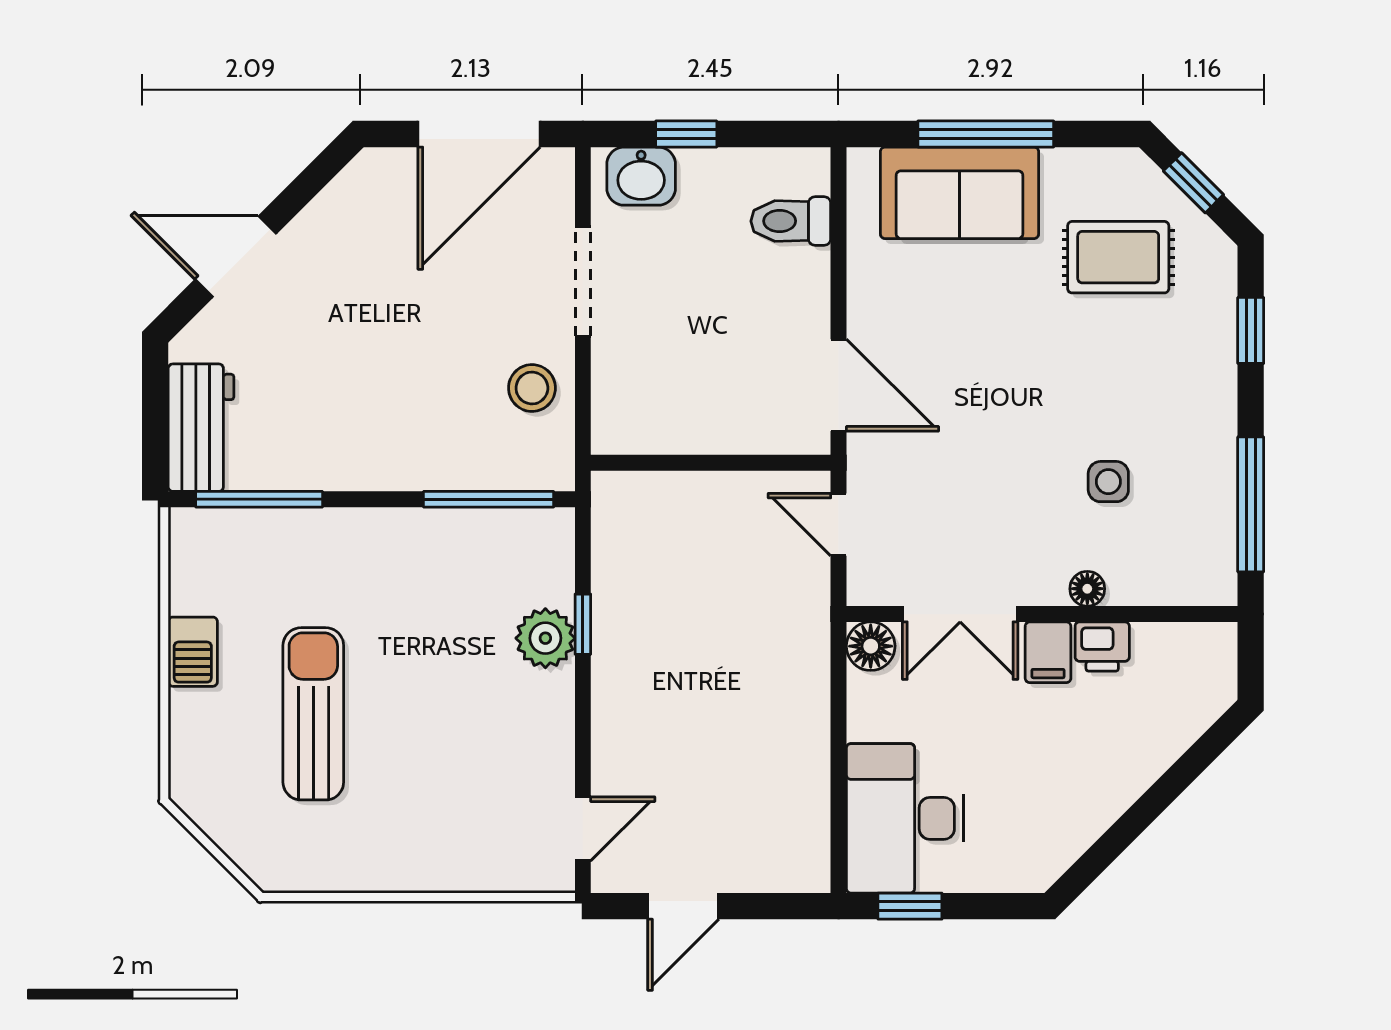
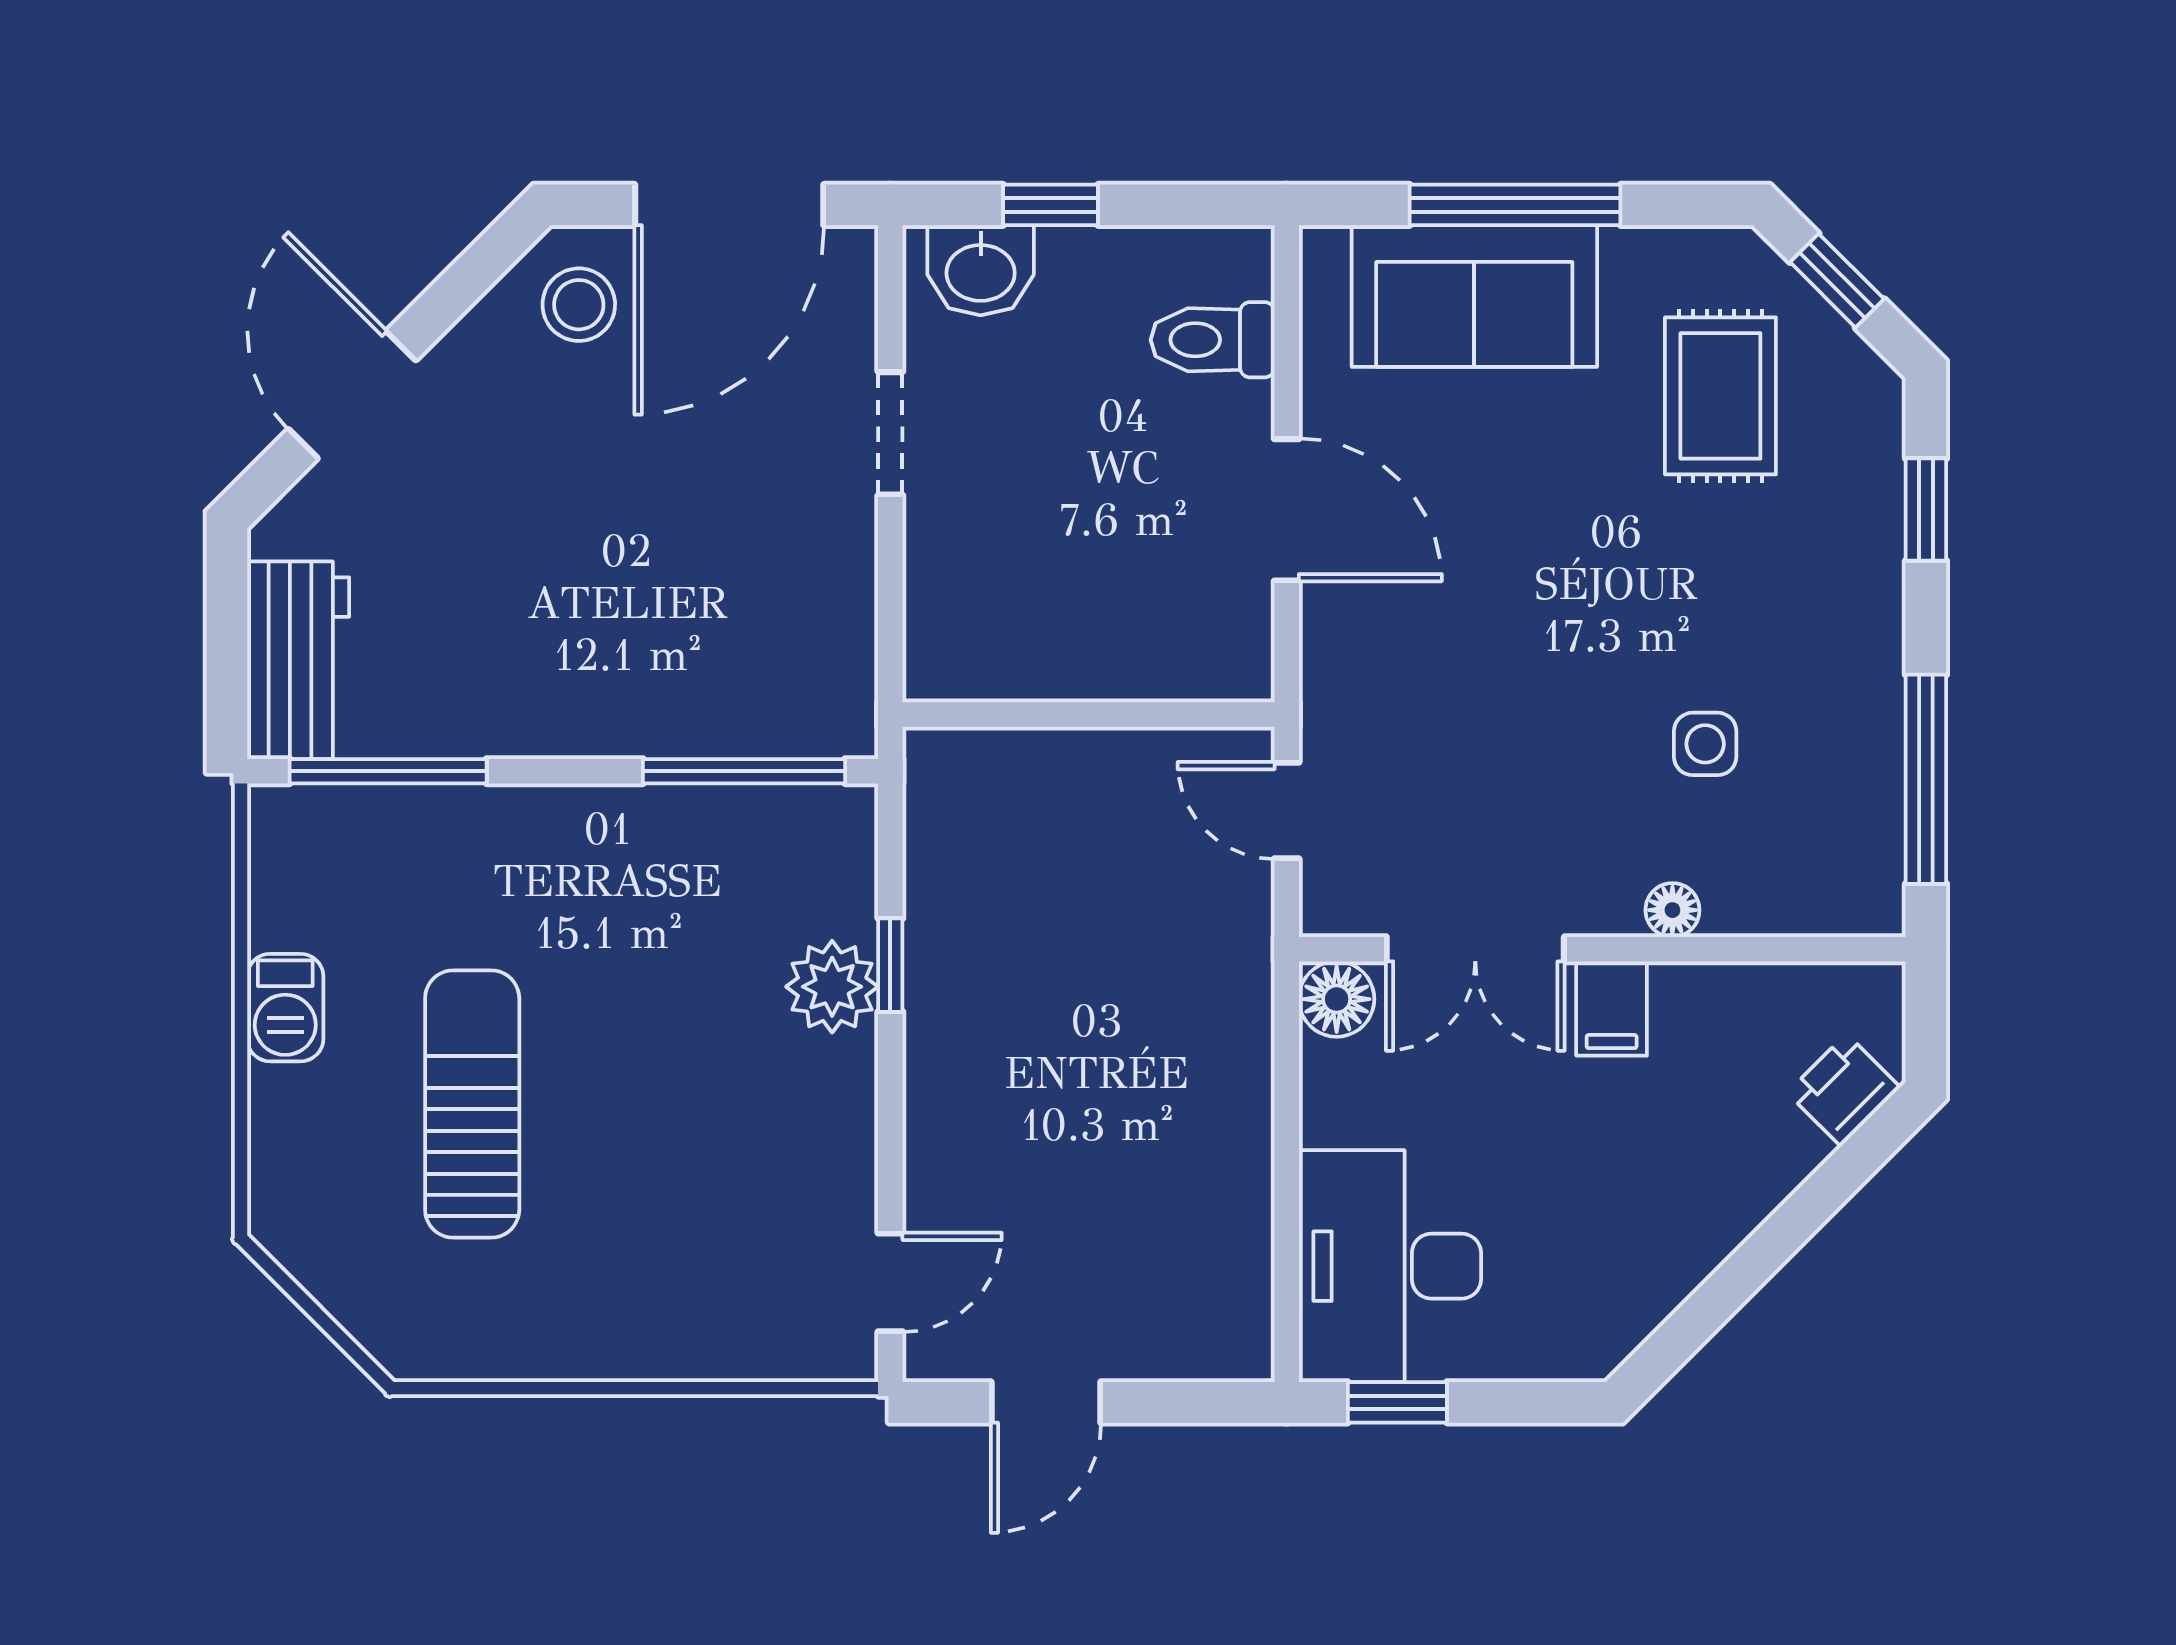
door: (236, 256) -> (352, 395), hinge flipped
rug: (1118, 257) -> (1720, 396), turned 90
doorway: (583, 281) -> (890, 433), width x0.73
door: (839, 385) -> (1287, 510), moved
stool: (532, 388) -> (579, 305), moved
printer: (1102, 647) -> (1844, 1090), moved, turned 135

